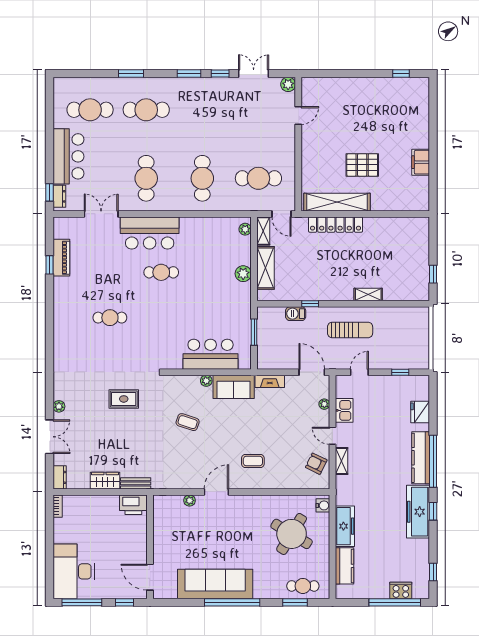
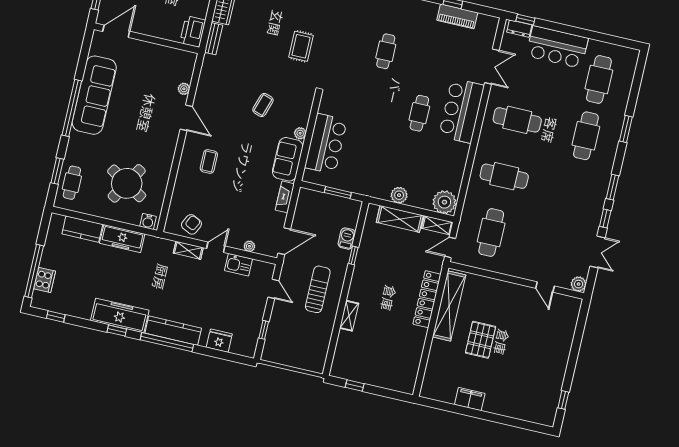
plant: (245, 229) -> (444, 202), width x1.88, depth x1.88
sun lounger: (350, 330) -> (318, 289), turned 180

